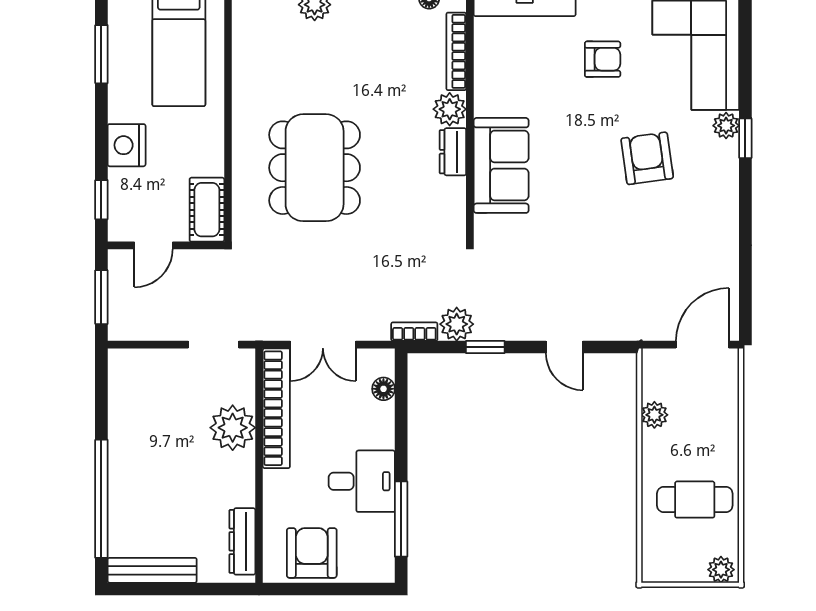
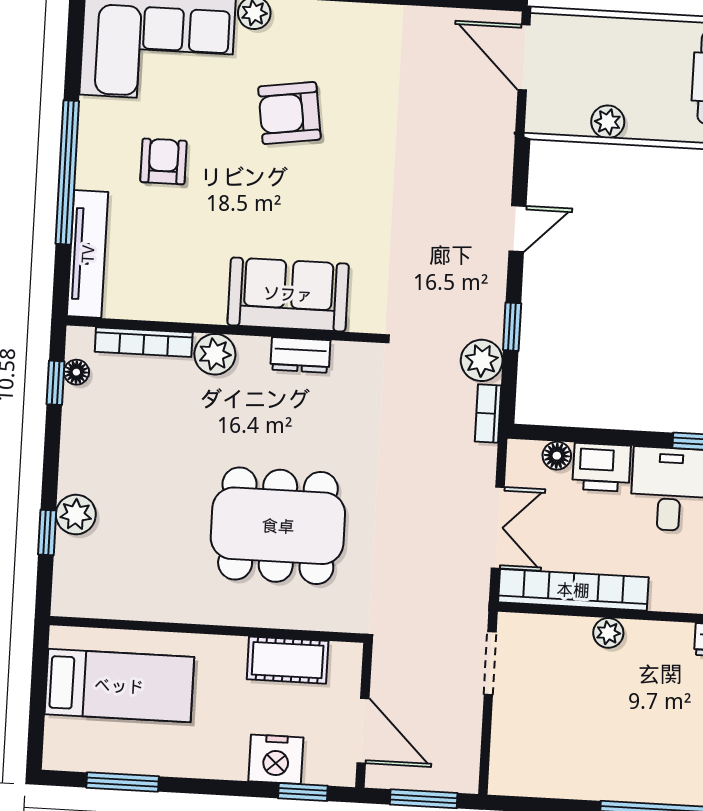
nightstand: (127, 145) -> (276, 759), moved
dresser: (453, 152) -> (300, 355), moved
cot: (207, 210) -> (288, 660), moved
door: (154, 245) -> (363, 731), width x1.38
printer: (376, 425) -> (602, 467), added
plant: (233, 428) -> (608, 633), width x0.53, depth x0.53

